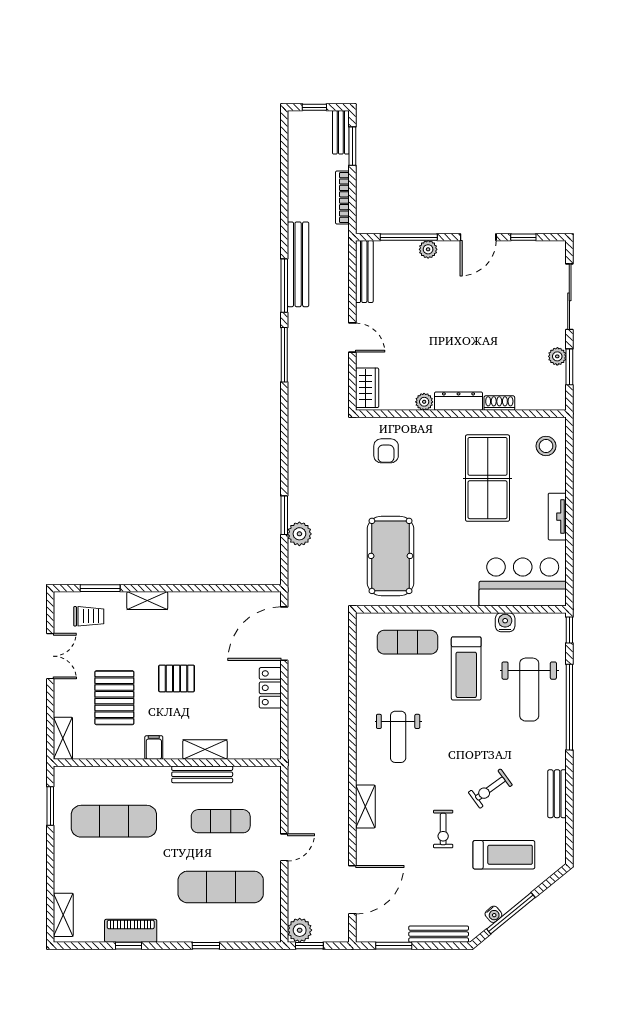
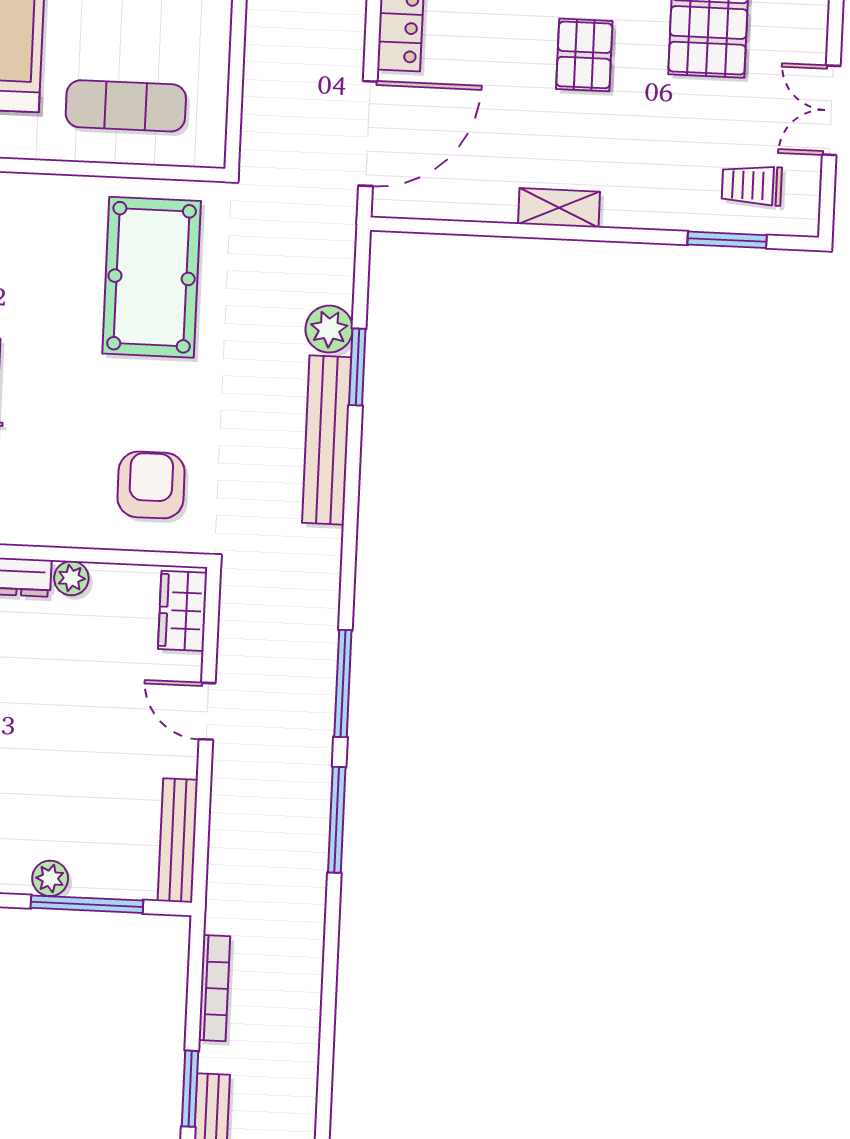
bench: (298, 264) -> (327, 440), moved
armchair: (386, 451) -> (151, 485), width x1.38, depth x1.38
shelving: (147, 600) -> (559, 208), moved
pallet: (177, 678) -> (584, 55), turned 90

